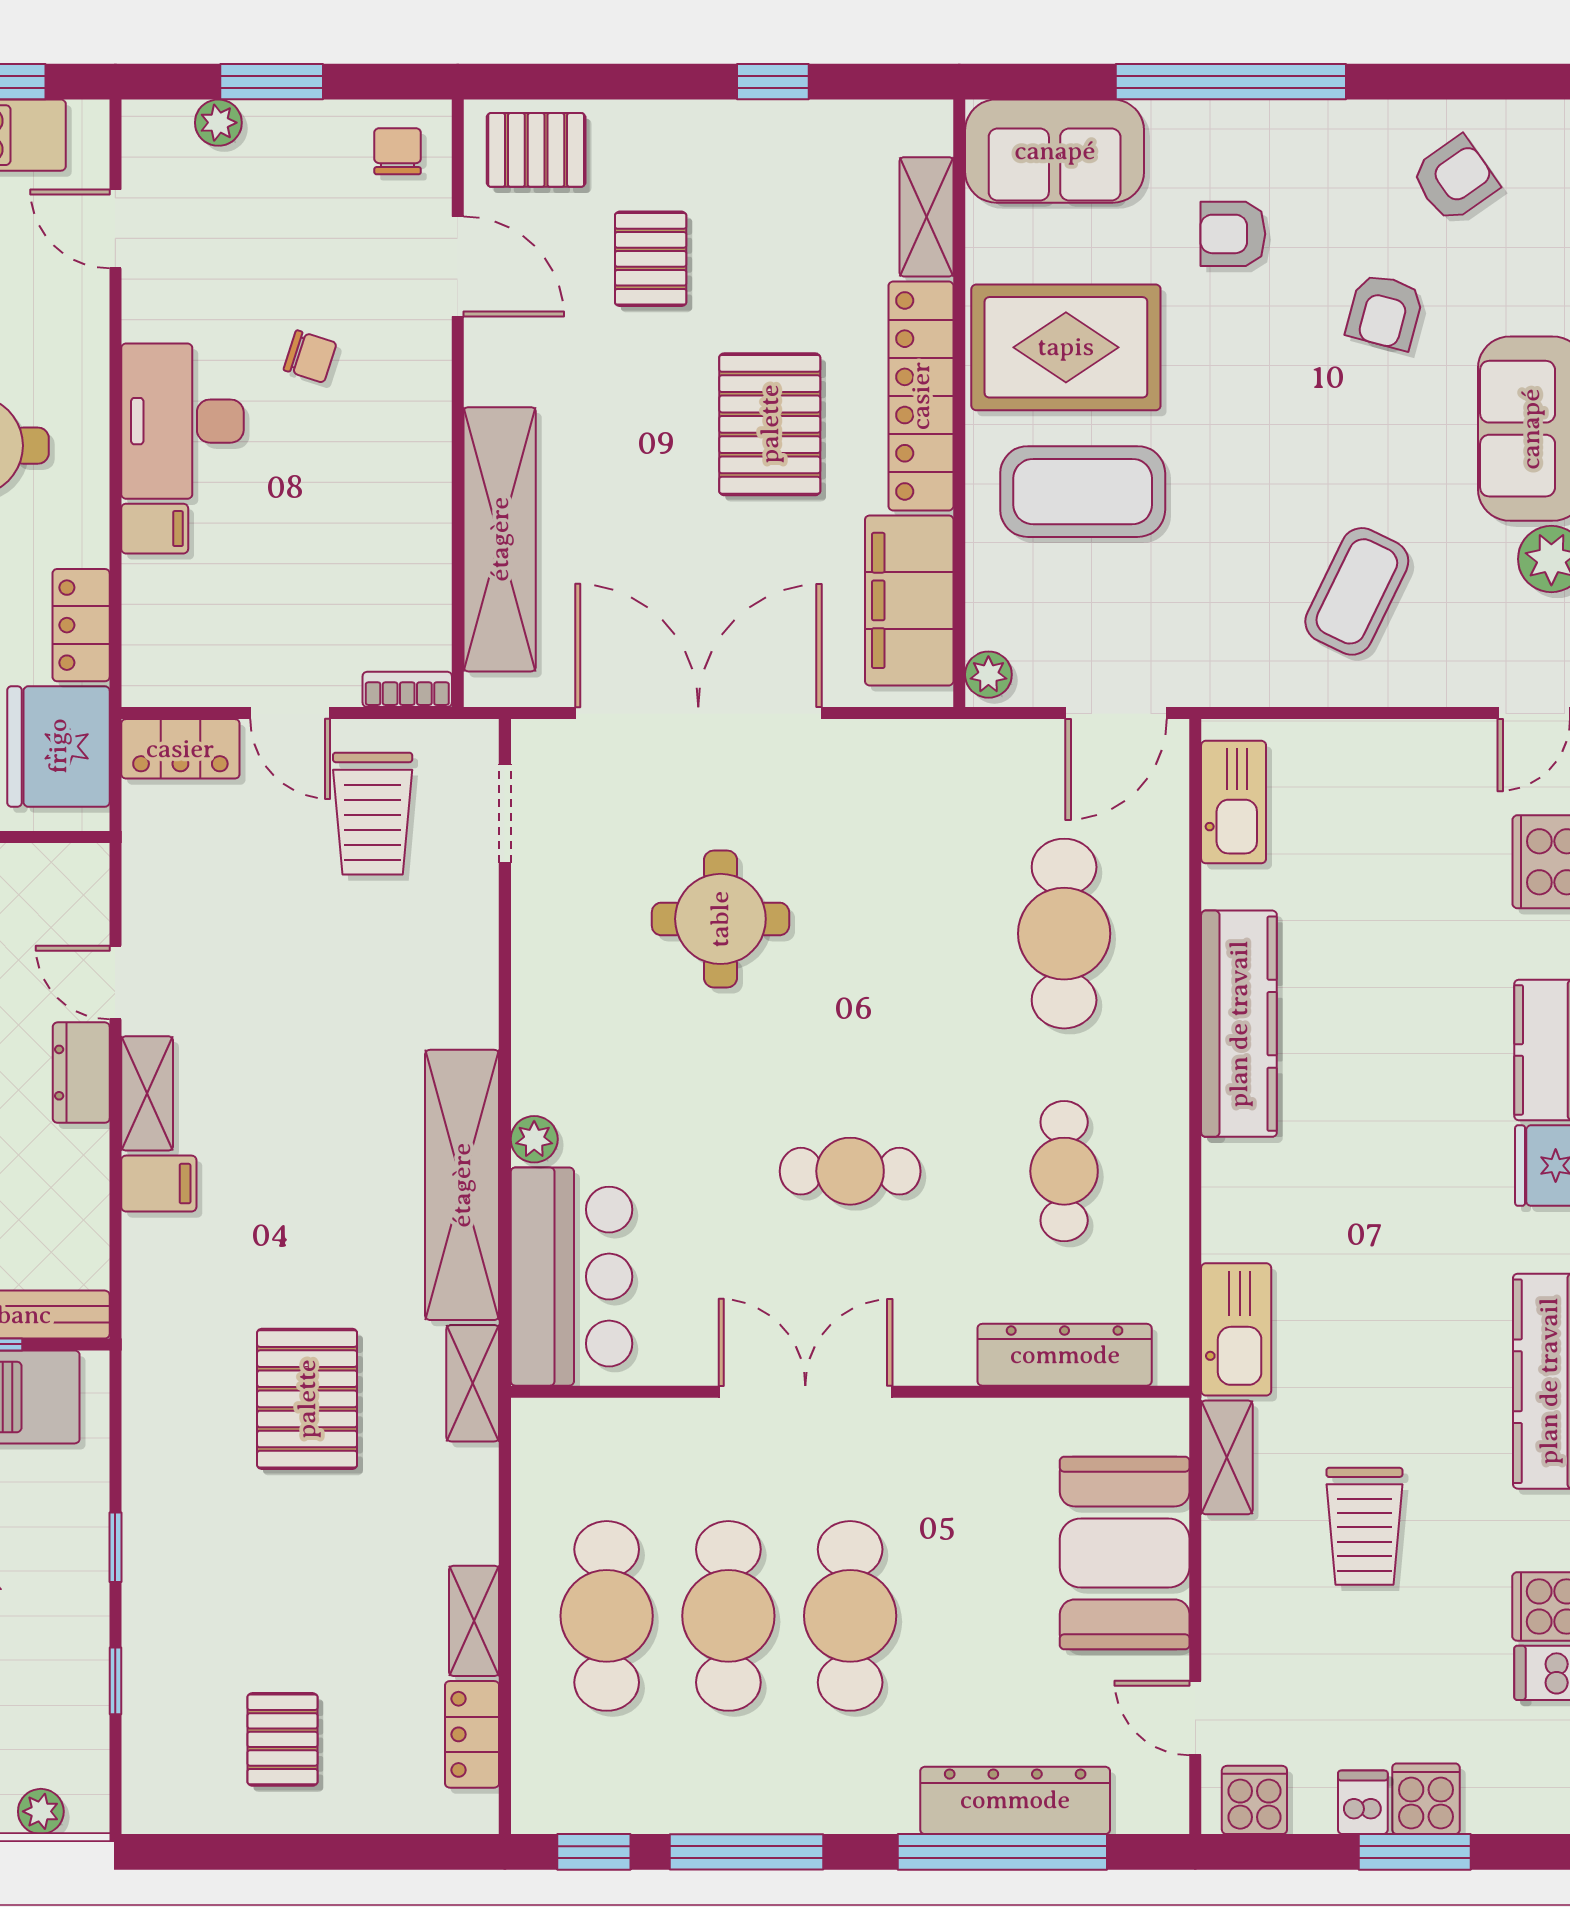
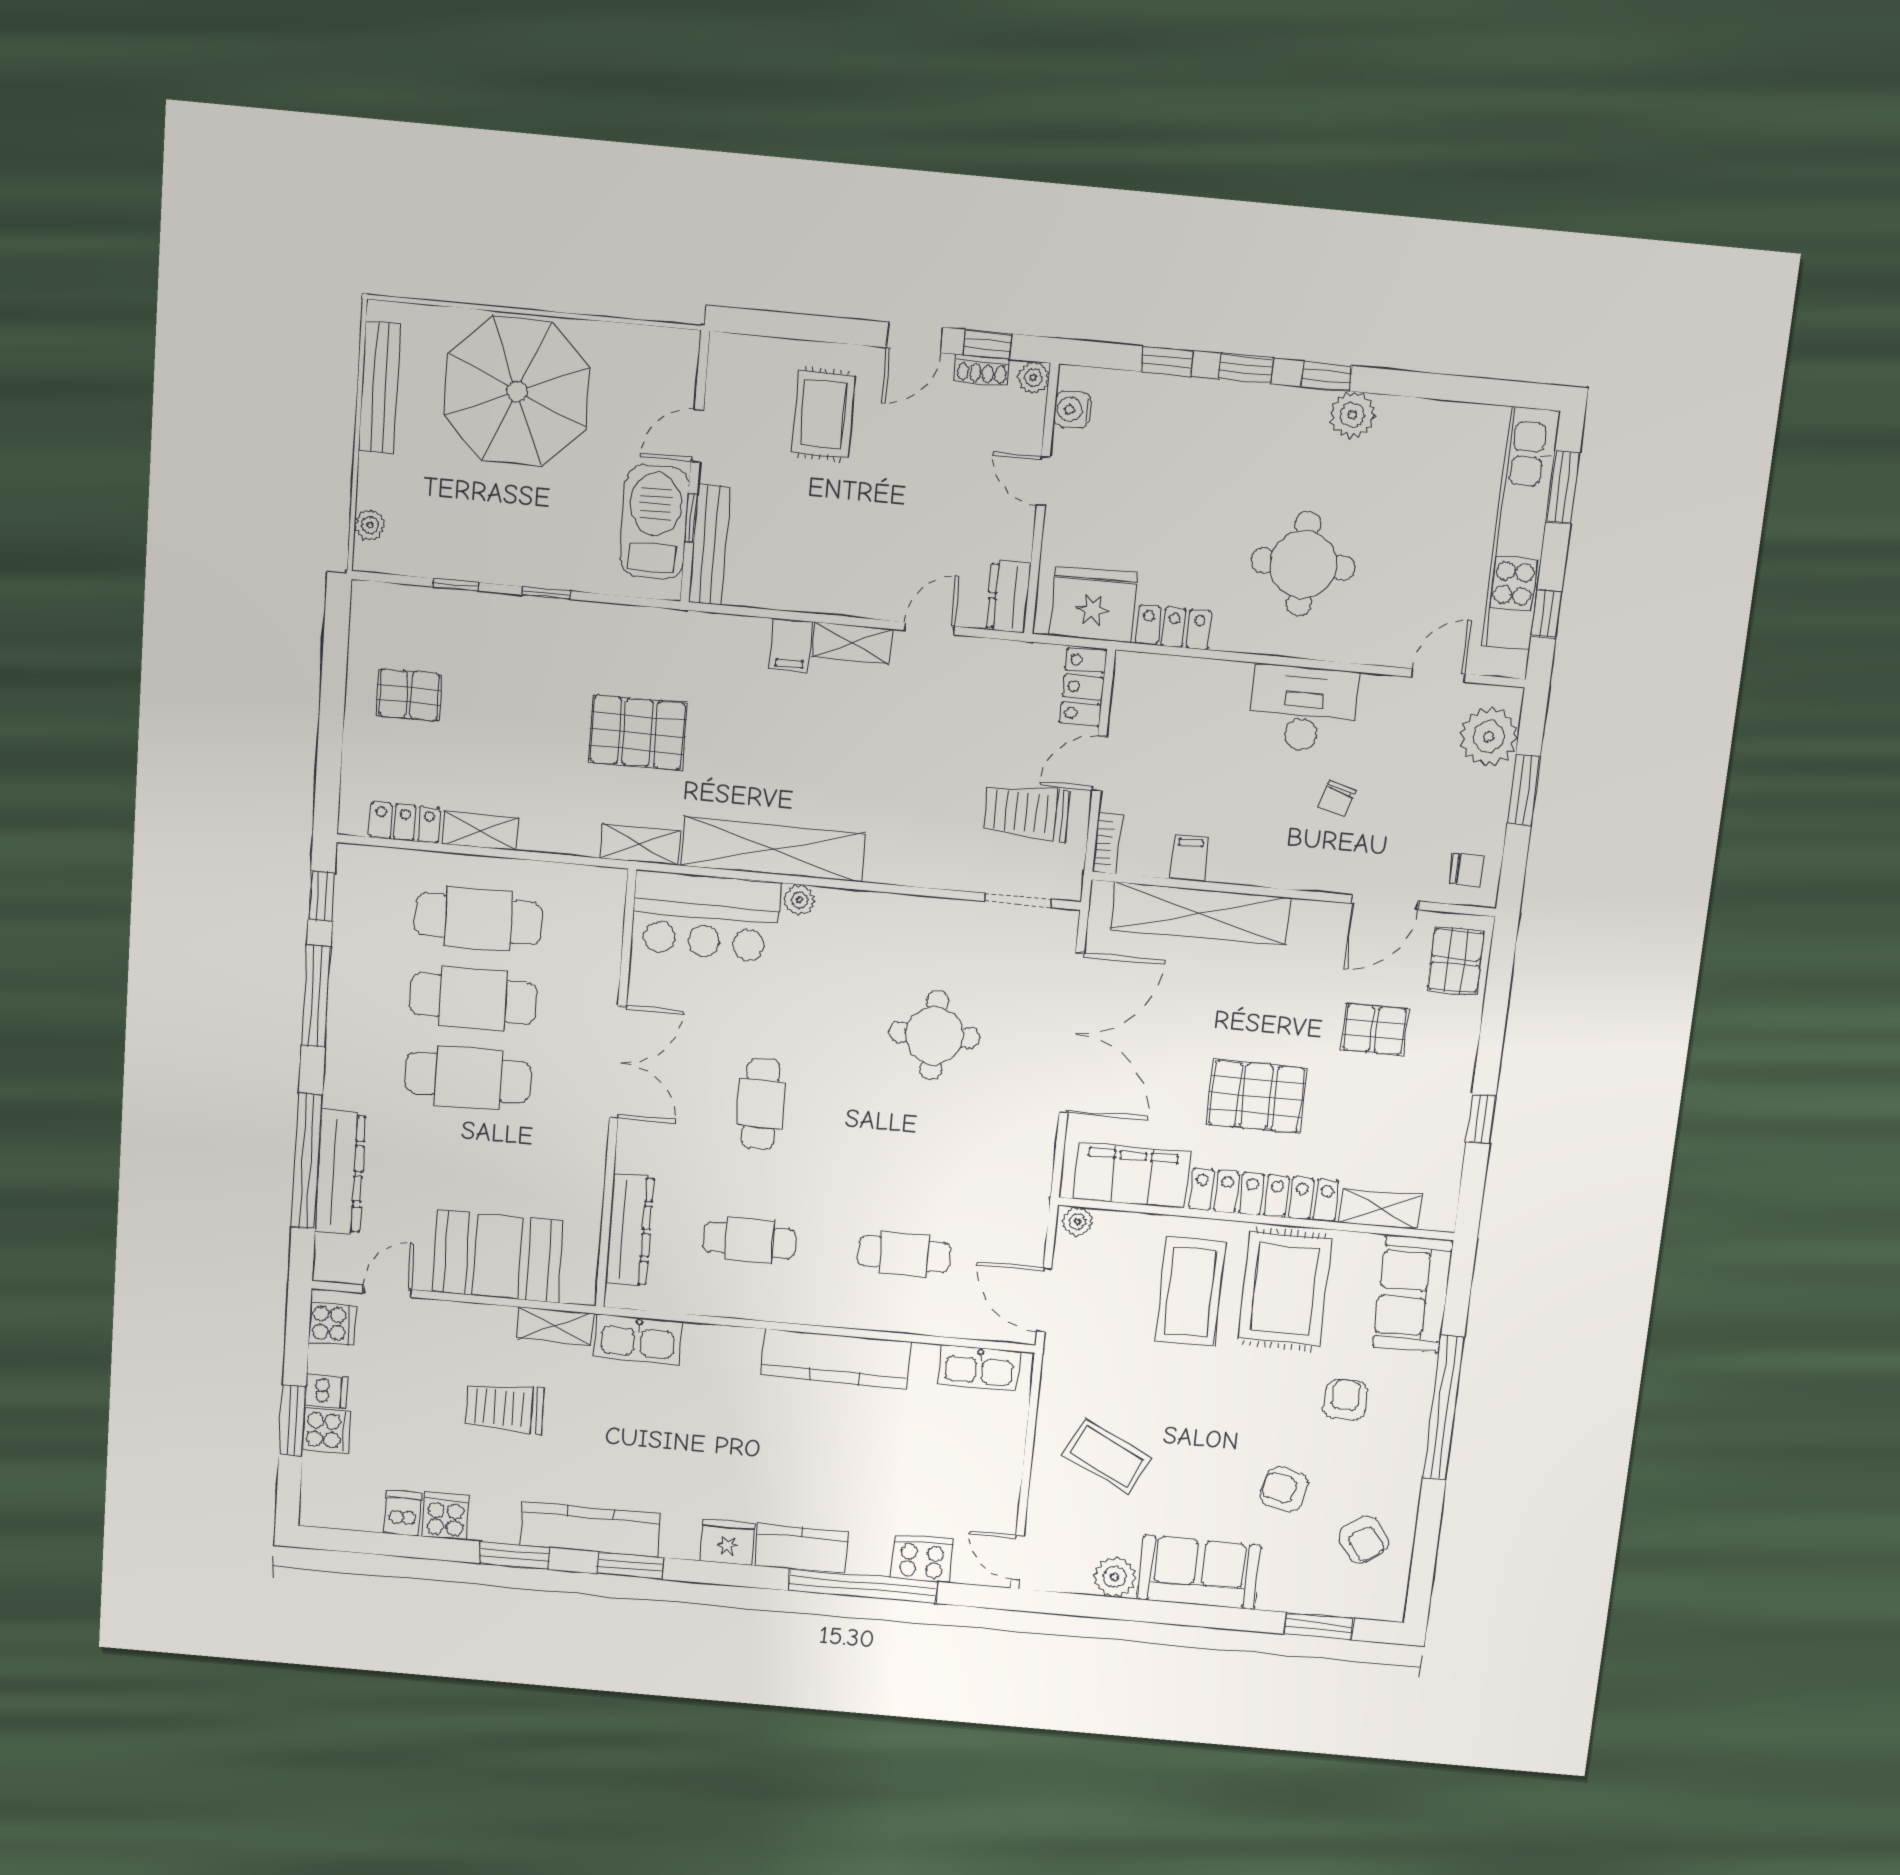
plant: (218, 123) -> (1489, 737), width x1.87, depth x1.87
filing cabinet: (155, 529) -> (1189, 858), moved, turned 180
cafe table: (1064, 934) -> (904, 1254), width x0.73, depth x0.74
dresser: (81, 1073) -> (1008, 597), moved, turned -90

